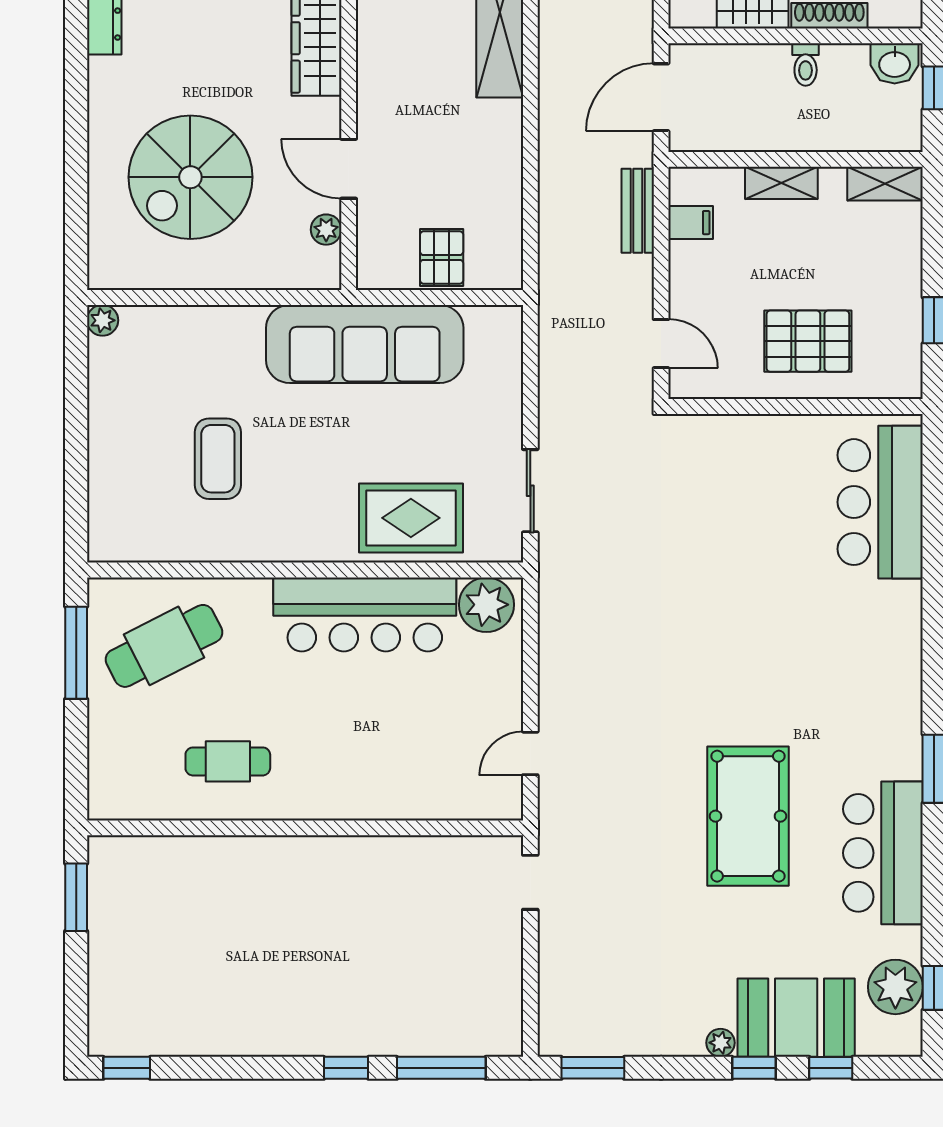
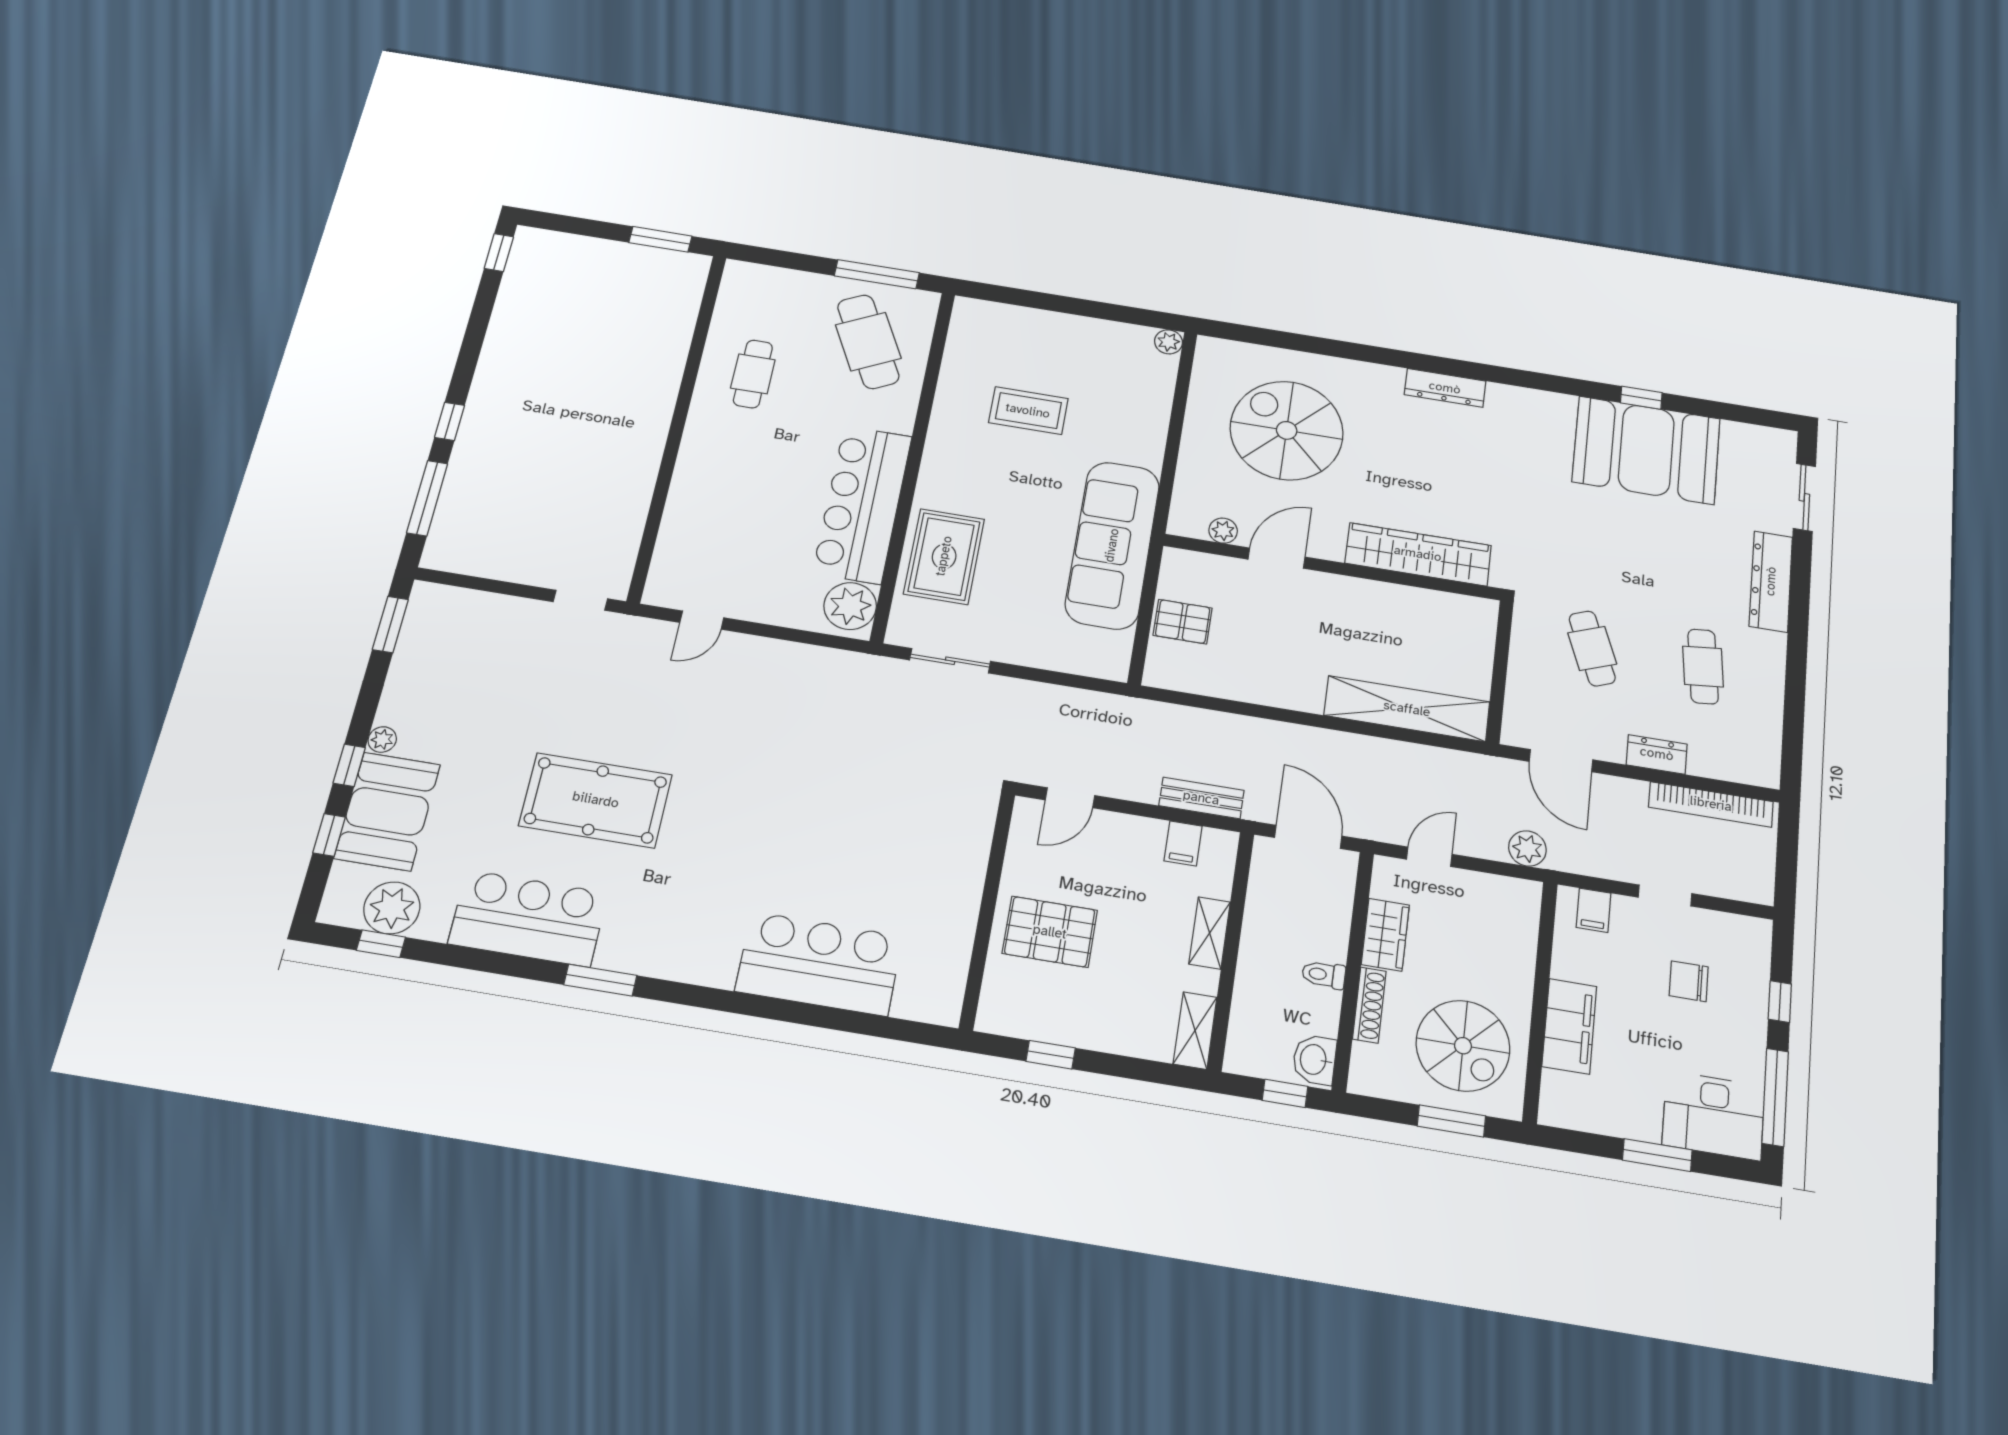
pallet: (808, 341) -> (1050, 932), turned 90
bar counter: (880, 502) -> (819, 964), moved
door: (530, 753) -> (702, 620), swing flipped

